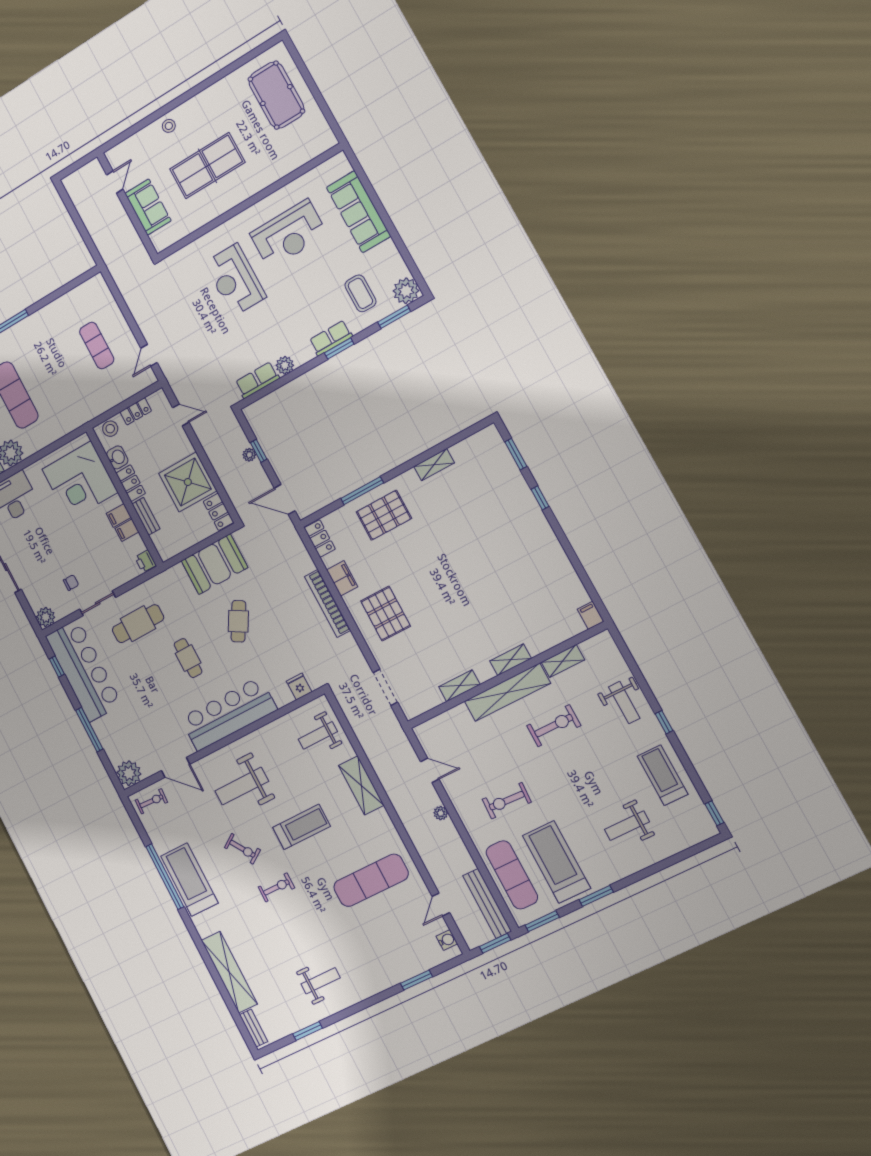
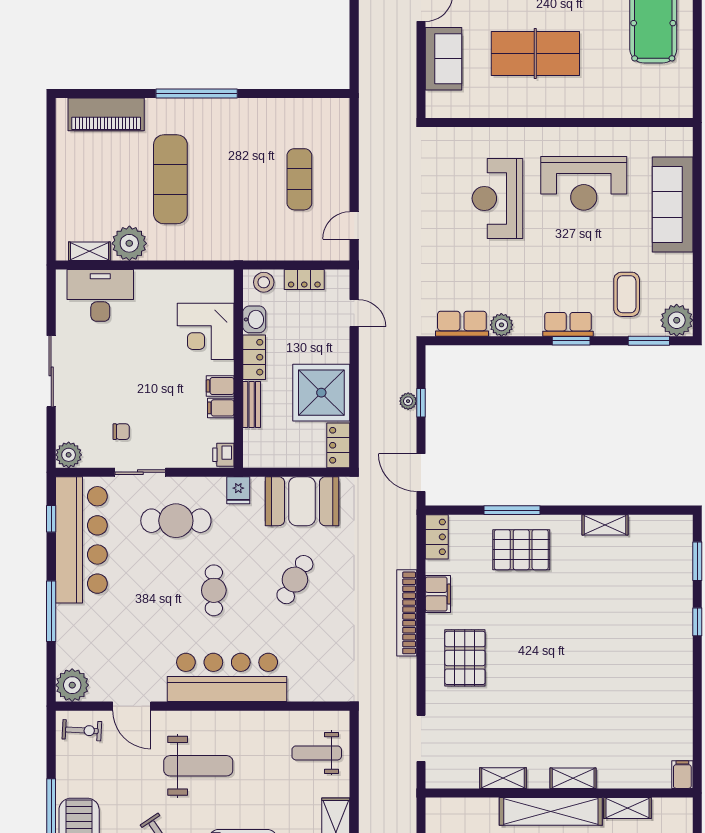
corner desk: (80, 481) -> (206, 331), width x0.74, depth x0.74
fridge: (299, 687) -> (238, 490), moved, turned 180
weight bench: (242, 786) -> (198, 766), turned 180

